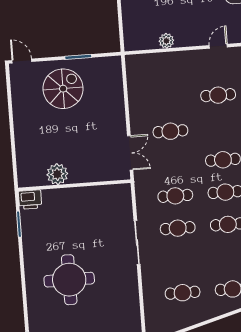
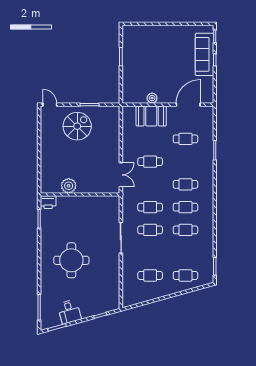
door: (218, 46) -> (188, 105), width x1.88
booth: (167, 66) -> (151, 116), added

